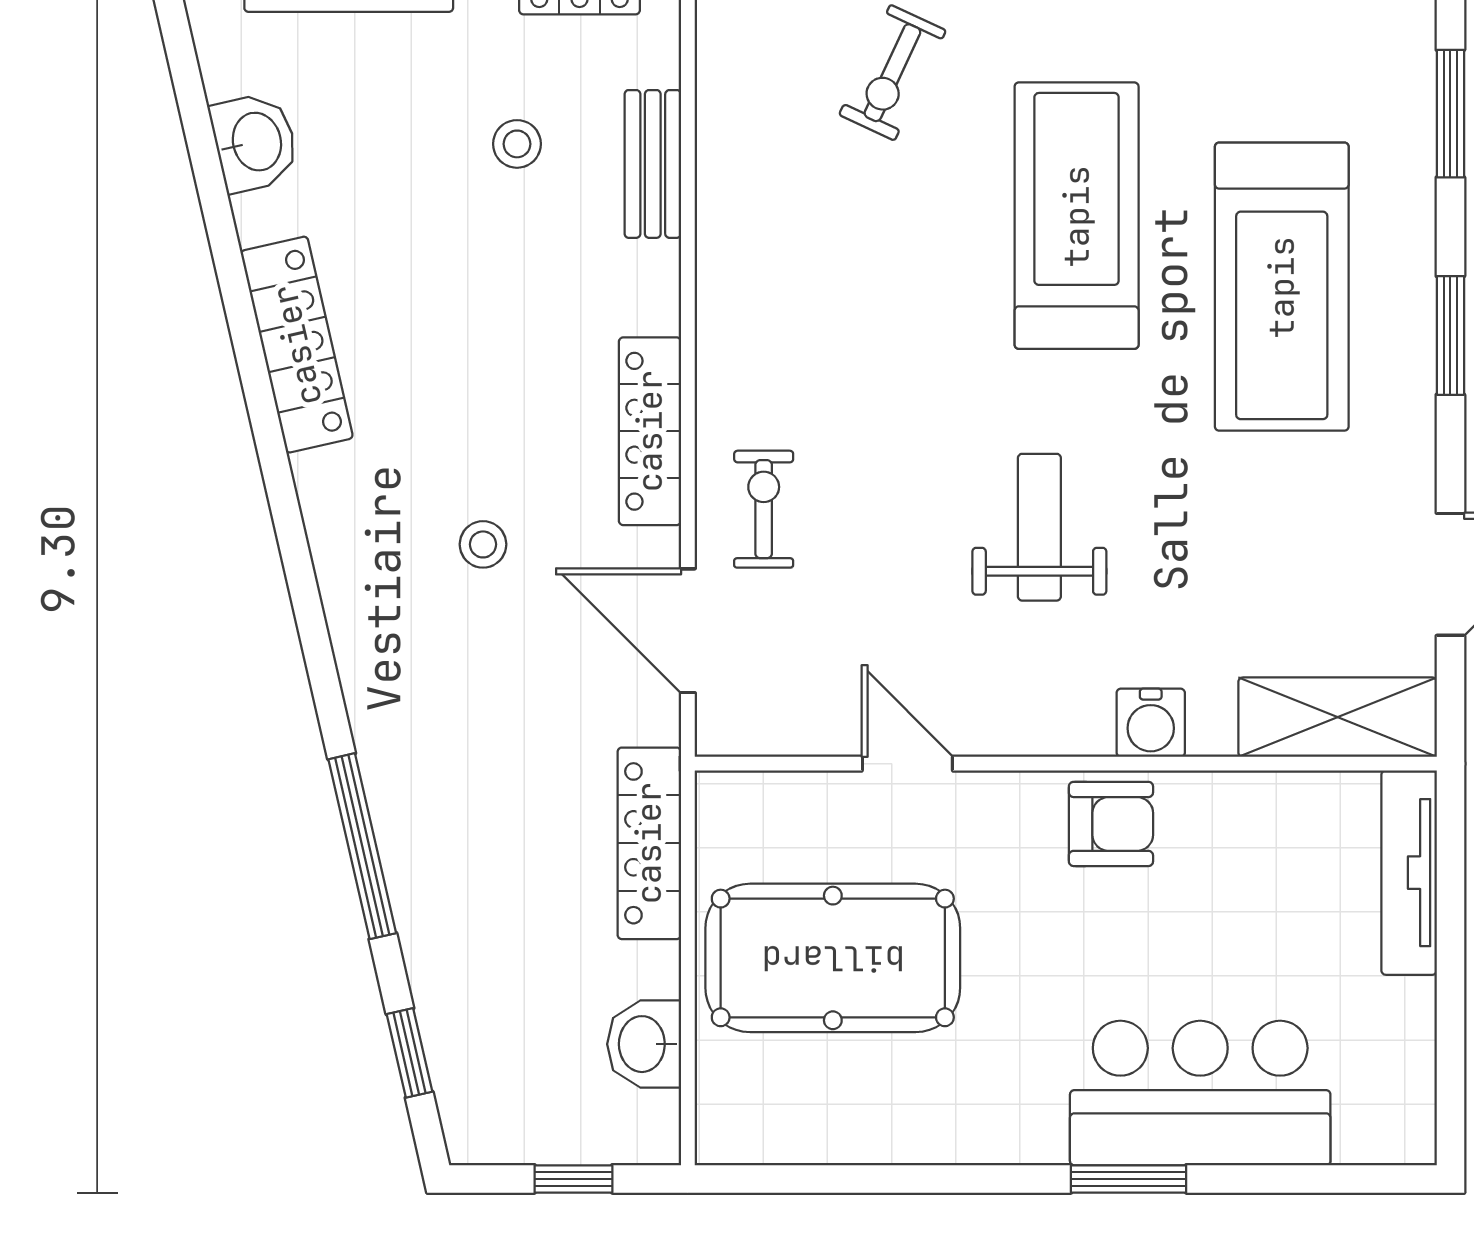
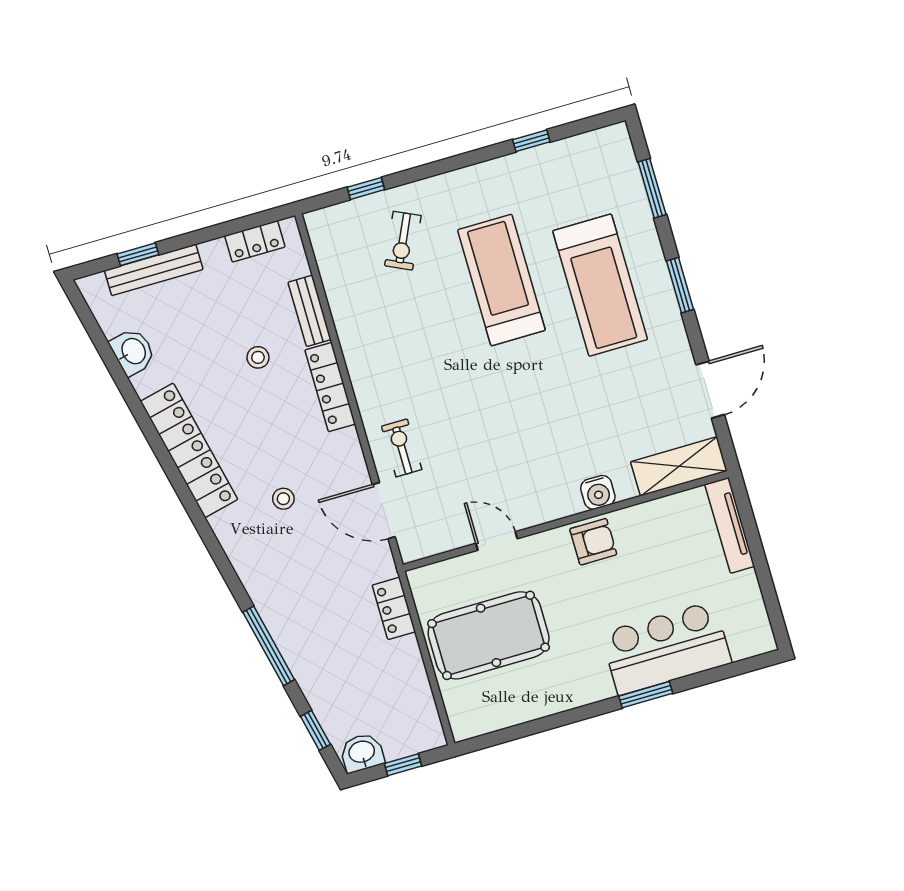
stool: (517, 144) -> (258, 357), moved
locker: (297, 345) -> (189, 450), width x1.41, depth x1.21
locker: (650, 431) -> (330, 387), moved
weight bench: (1039, 527) -> (524, 421), removed
locker: (649, 843) -> (394, 608), width x0.66
washbasin: (644, 1044) -> (362, 753), moved, turned 90

